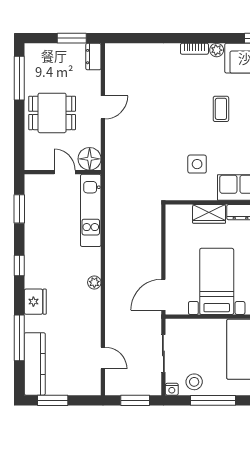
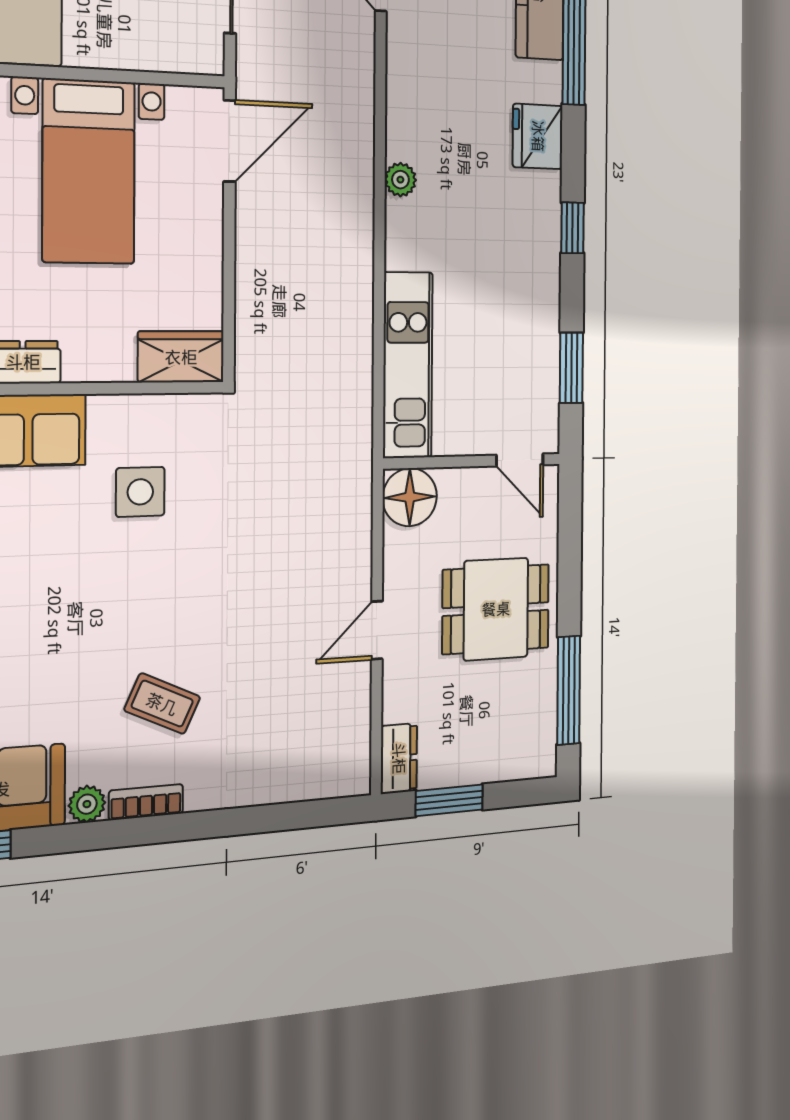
coffee table: (221, 109) -> (162, 704), moved, turned -65
door: (65, 172) -> (520, 460), moved
wardrobe: (209, 214) -> (181, 357), moved

